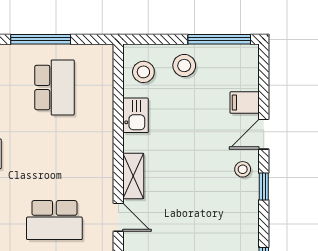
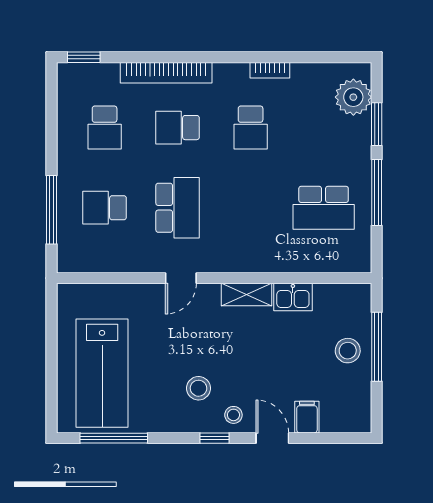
window: (219, 39) -> (377, 347), moved
stool: (143, 72) -> (198, 388), moved
shelving: (133, 176) -> (247, 295), moved
school desk: (54, 220) -> (178, 208), turned 180

